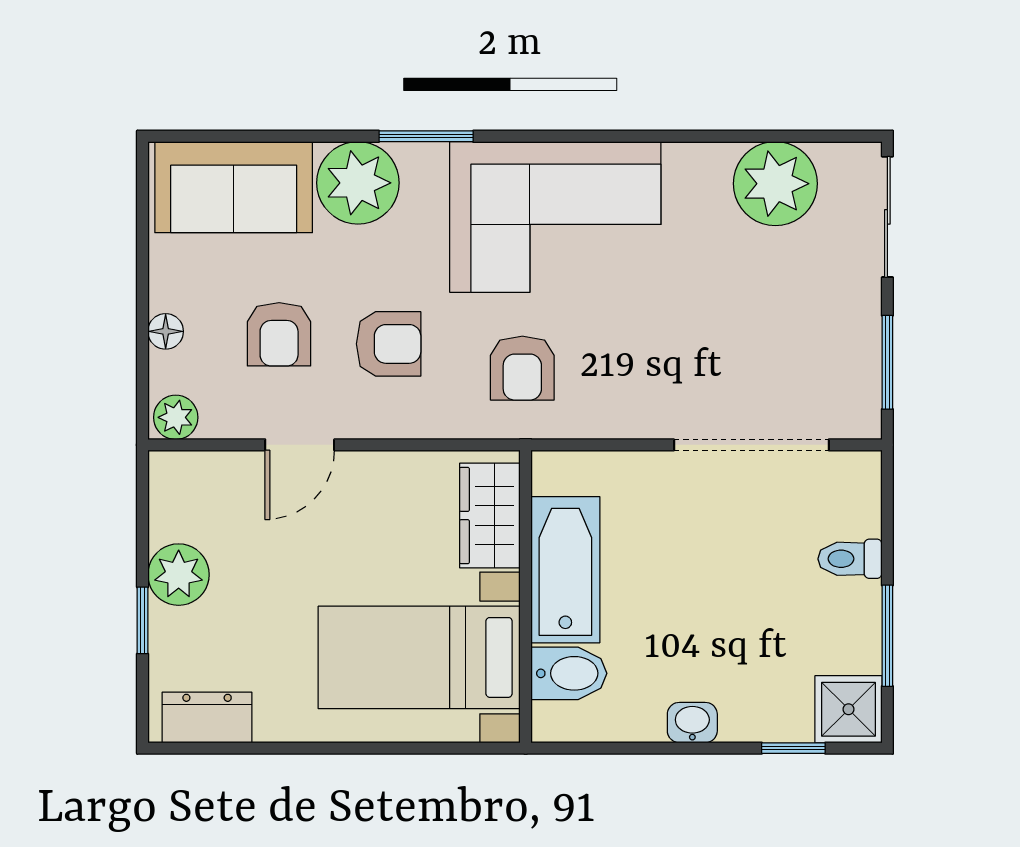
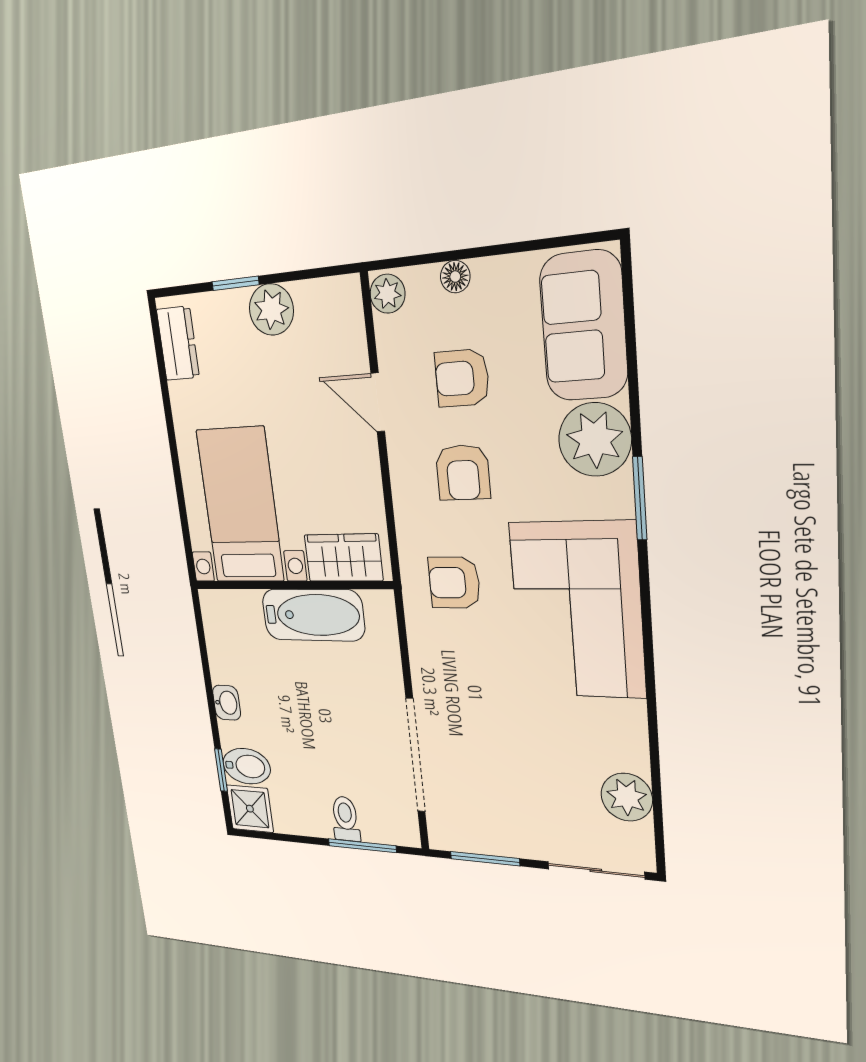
plant: (775, 184) -> (627, 797), width x0.73, depth x0.73
window: (887, 636) -> (362, 846), moved
bidet: (569, 673) -> (247, 766), moved, turned -90

